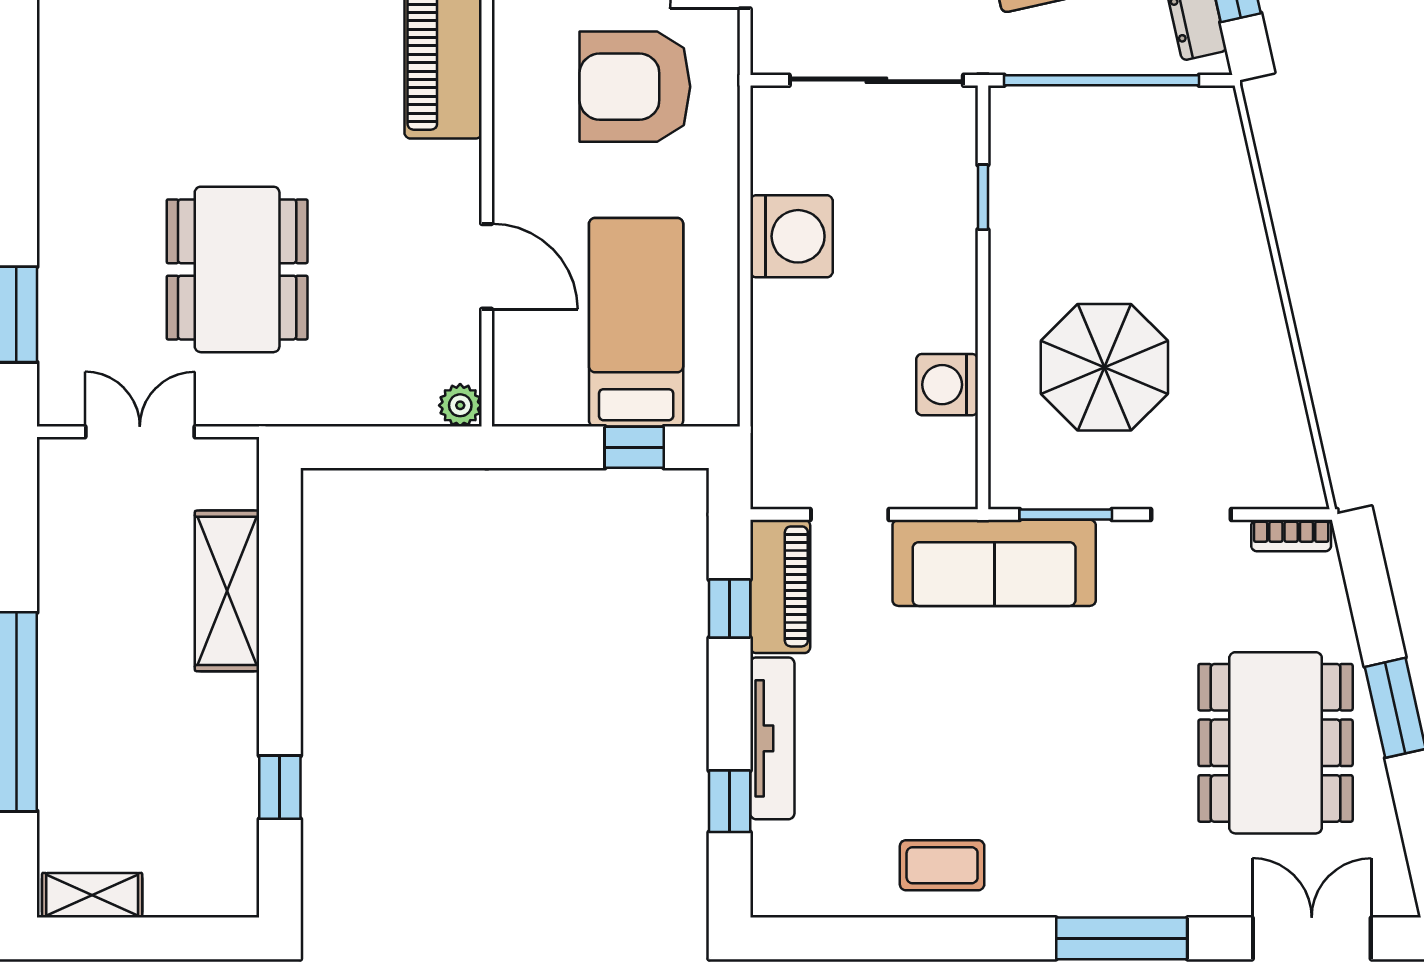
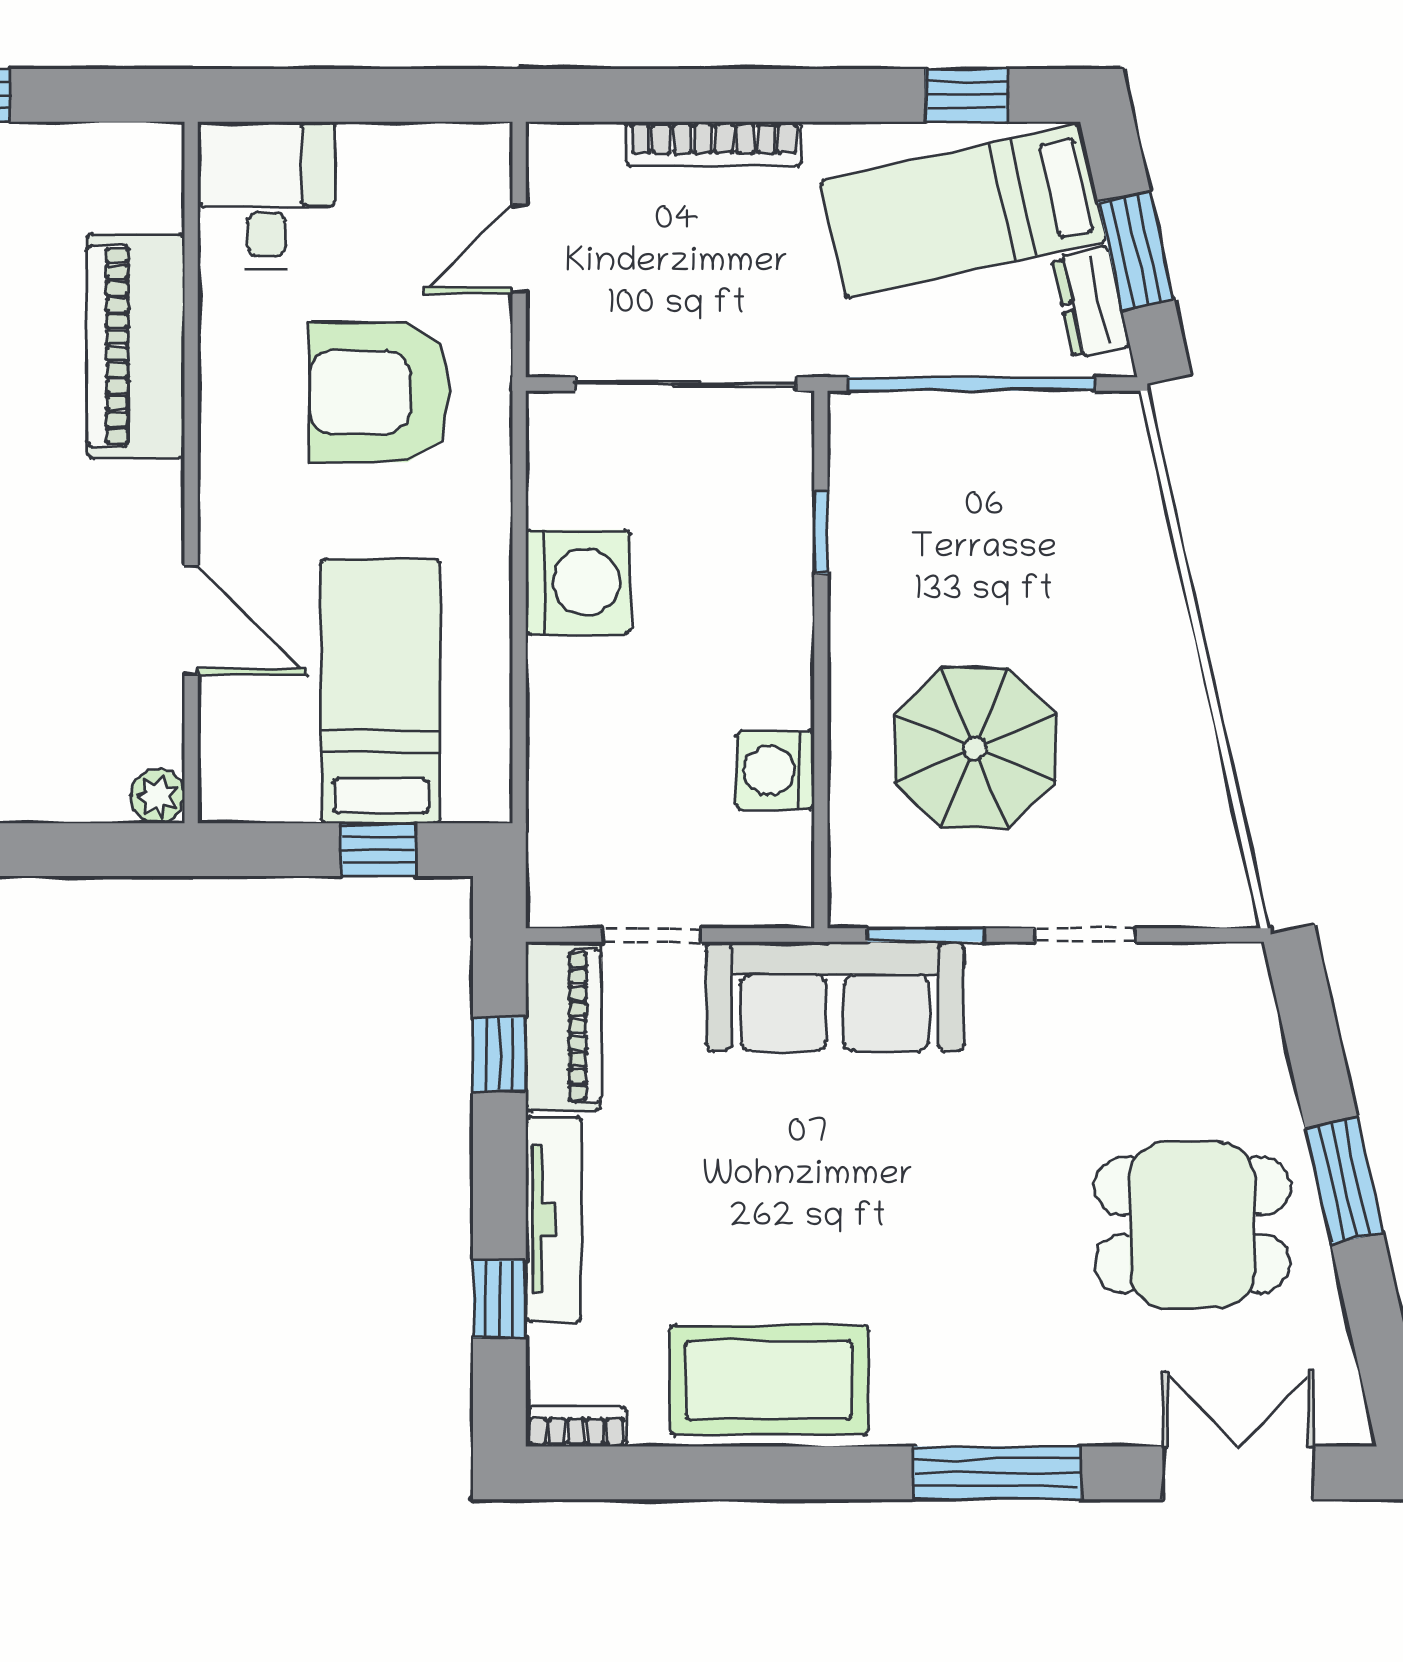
bookcase: (1291, 536) -> (576, 1426), moved, turned 180
dining table: (1276, 743) -> (1192, 1225), width x0.73
coffee table: (942, 865) -> (769, 1380), width x1.86, depth x1.72

